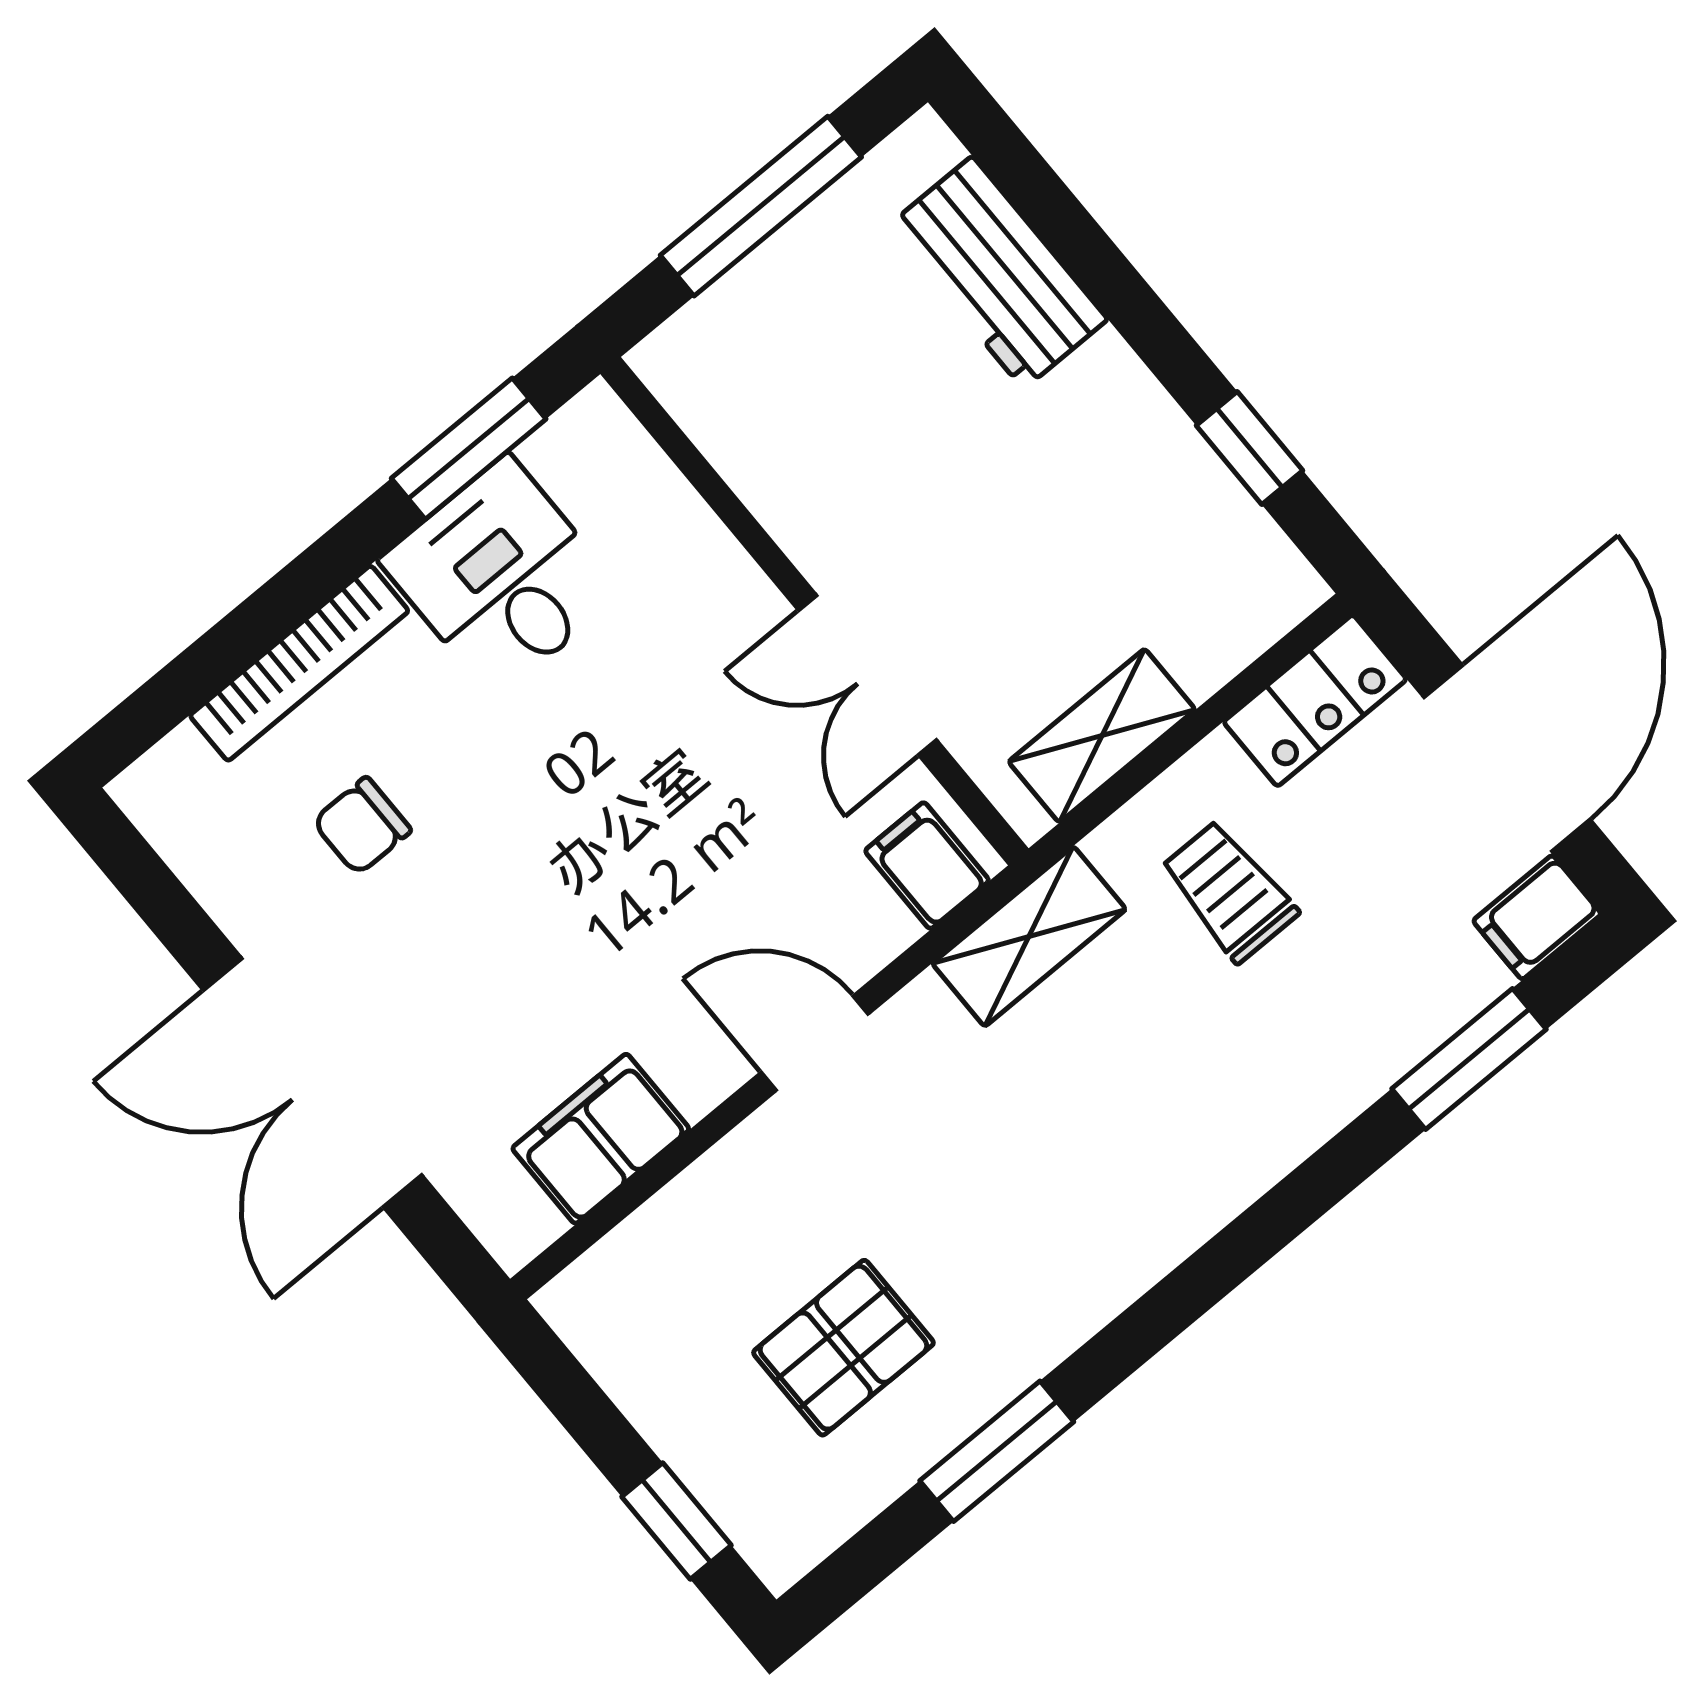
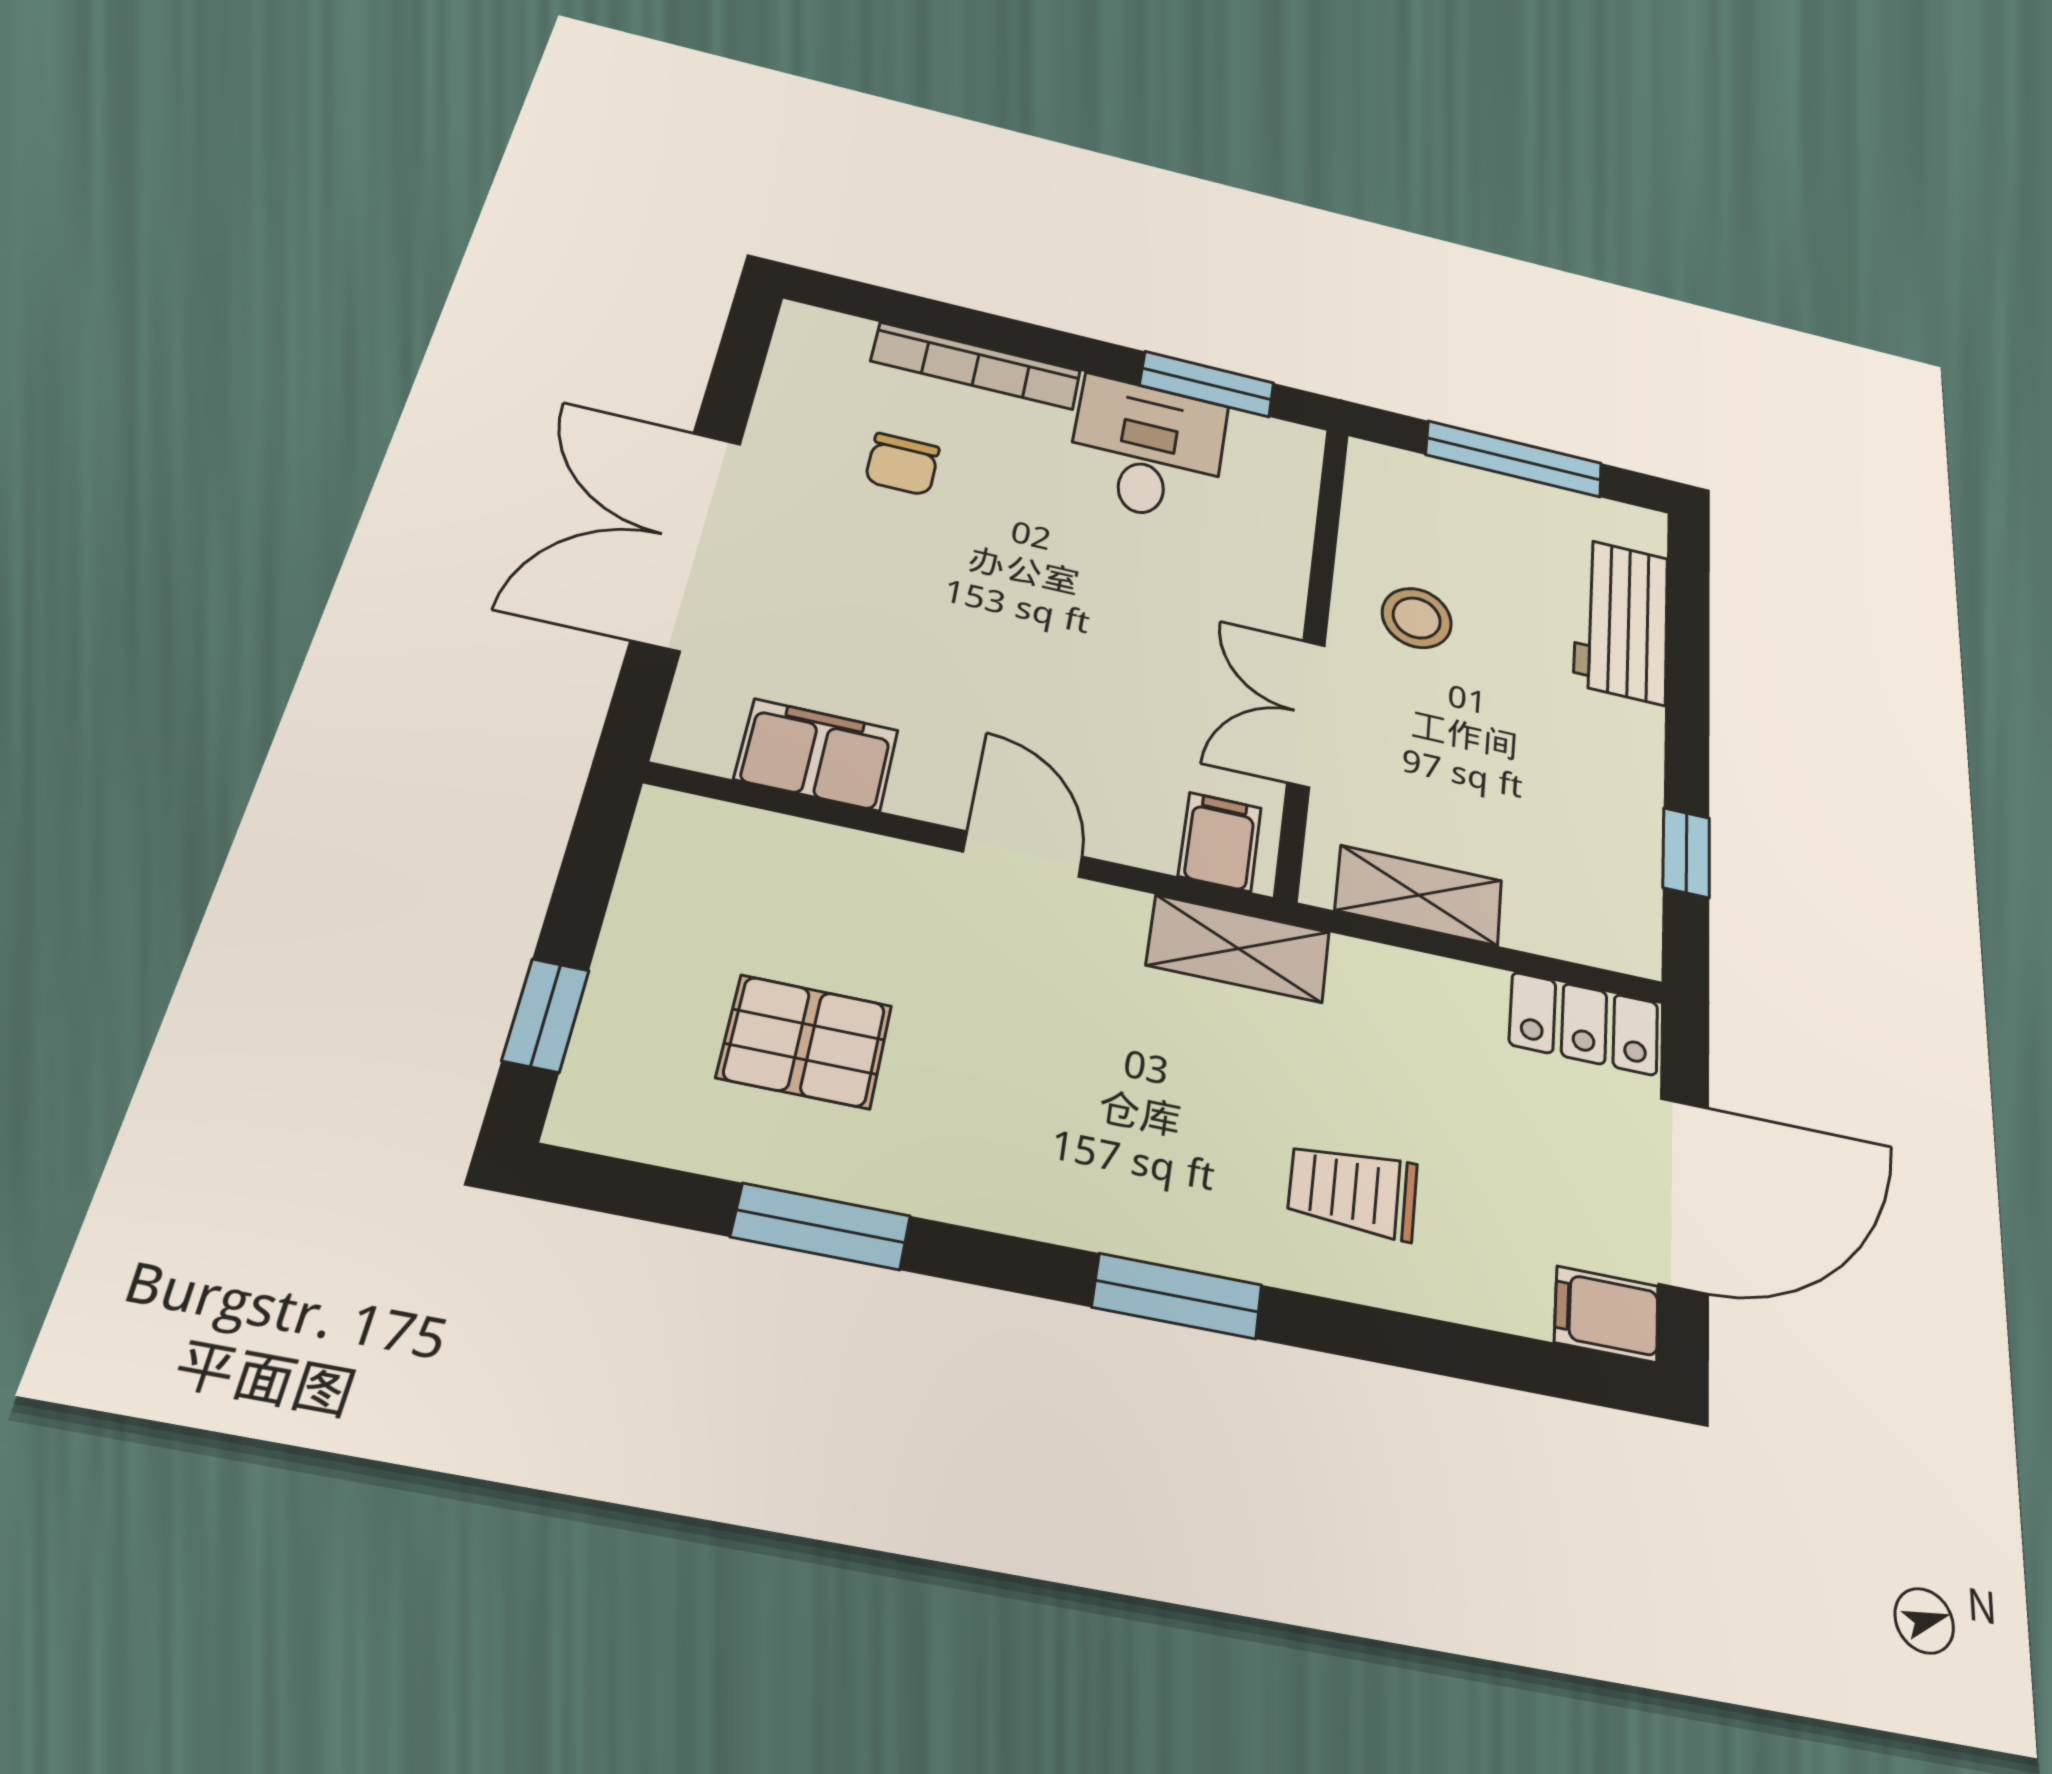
stool: (852, 478) -> (1417, 618), added
chair: (362, 826) -> (902, 464), turned -90
trolley: (1229, 891) -> (1353, 1191), moved, turned -90
window: (1469, 1059) -> (1177, 1296), moved

